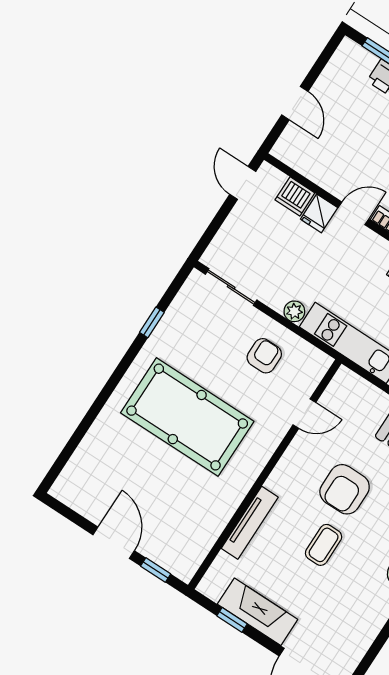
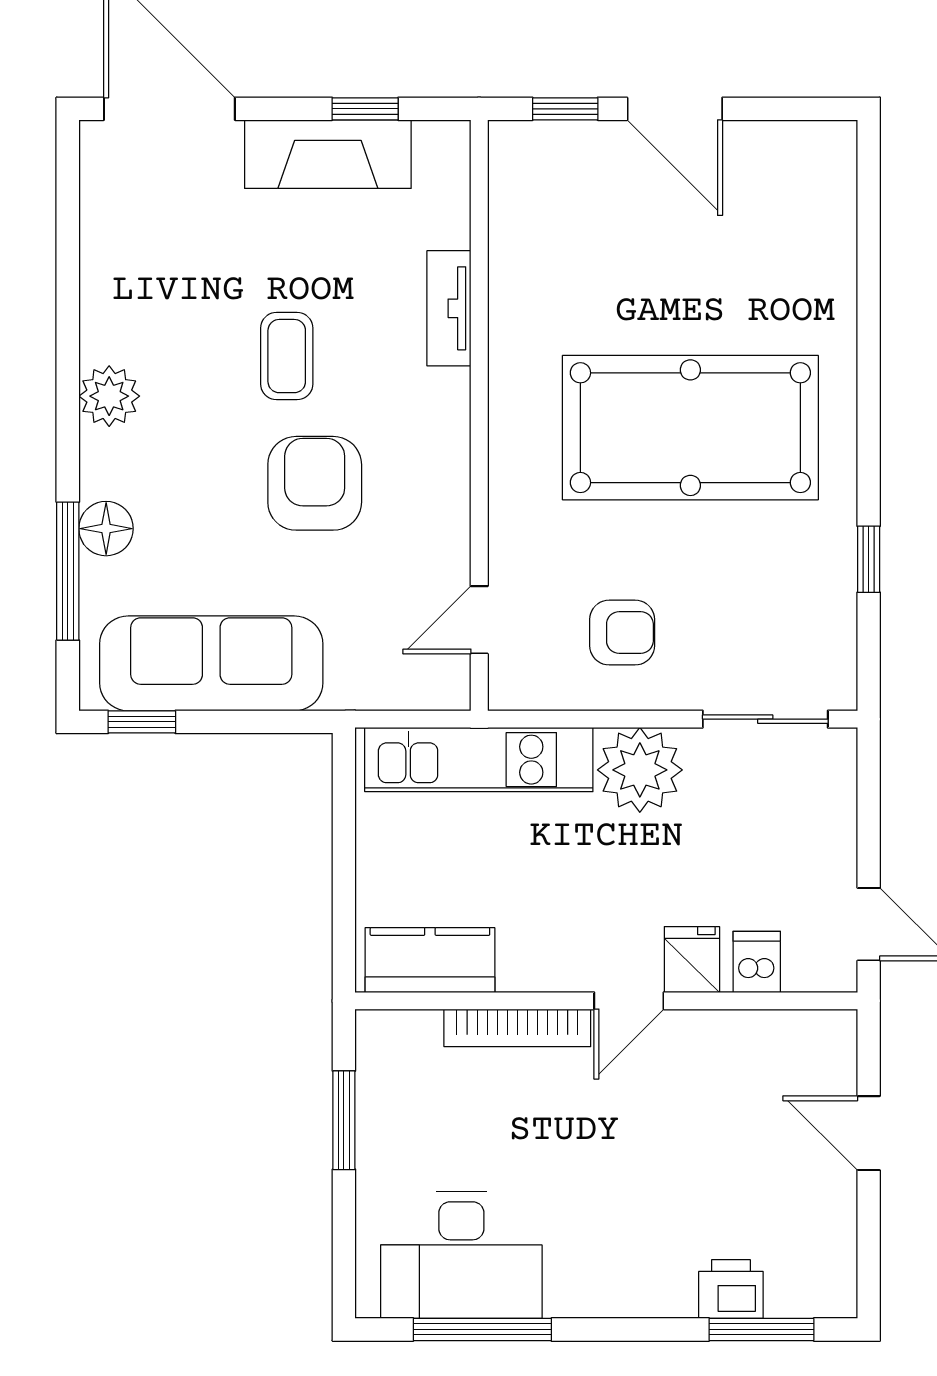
dishwasher: (295, 196) -> (757, 962), width x0.73
plant: (294, 311) -> (640, 770), width x1.88, depth x1.88
armchair: (264, 356) -> (622, 633), turned -90
door: (304, 414) -> (479, 620), moved
tv unit: (250, 523) -> (449, 308), width x0.71

